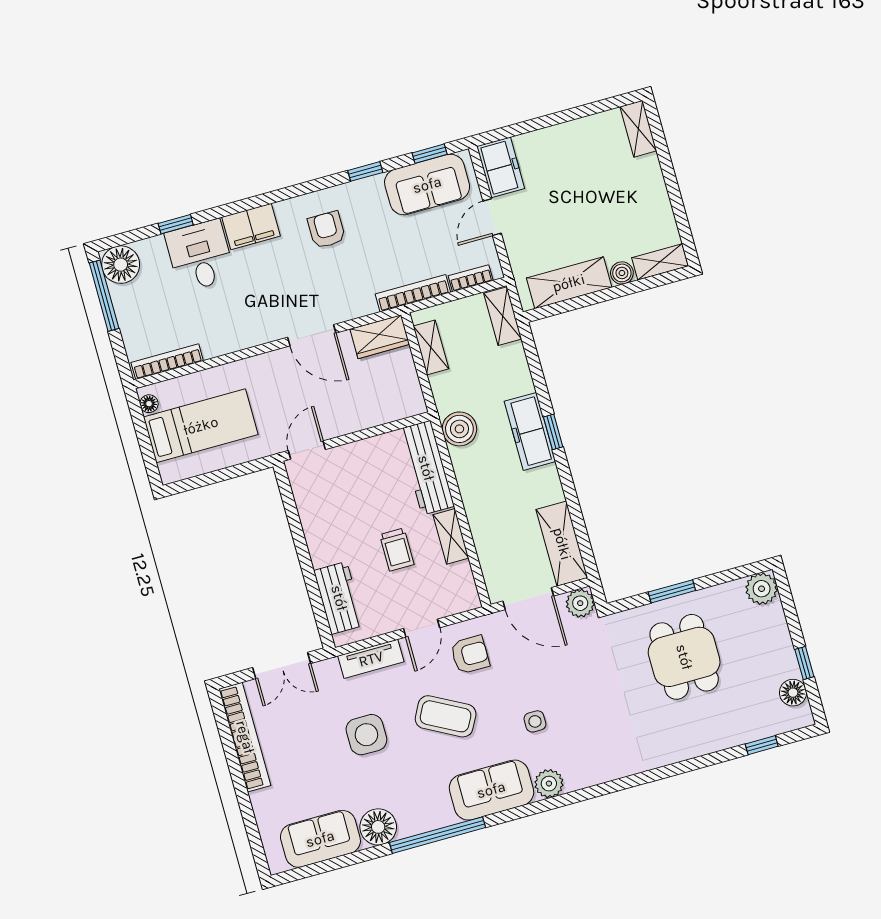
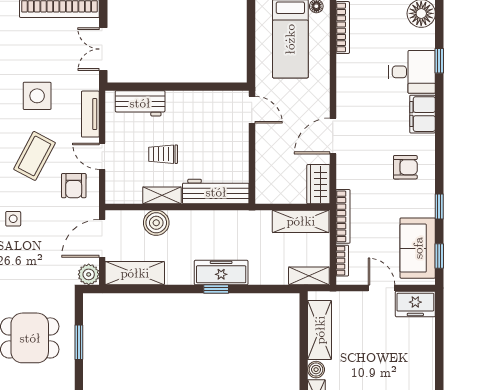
shelving: (431, 347) -> (301, 221), width x1.50, depth x1.33
boiler: (459, 429) -> (156, 223), moved

